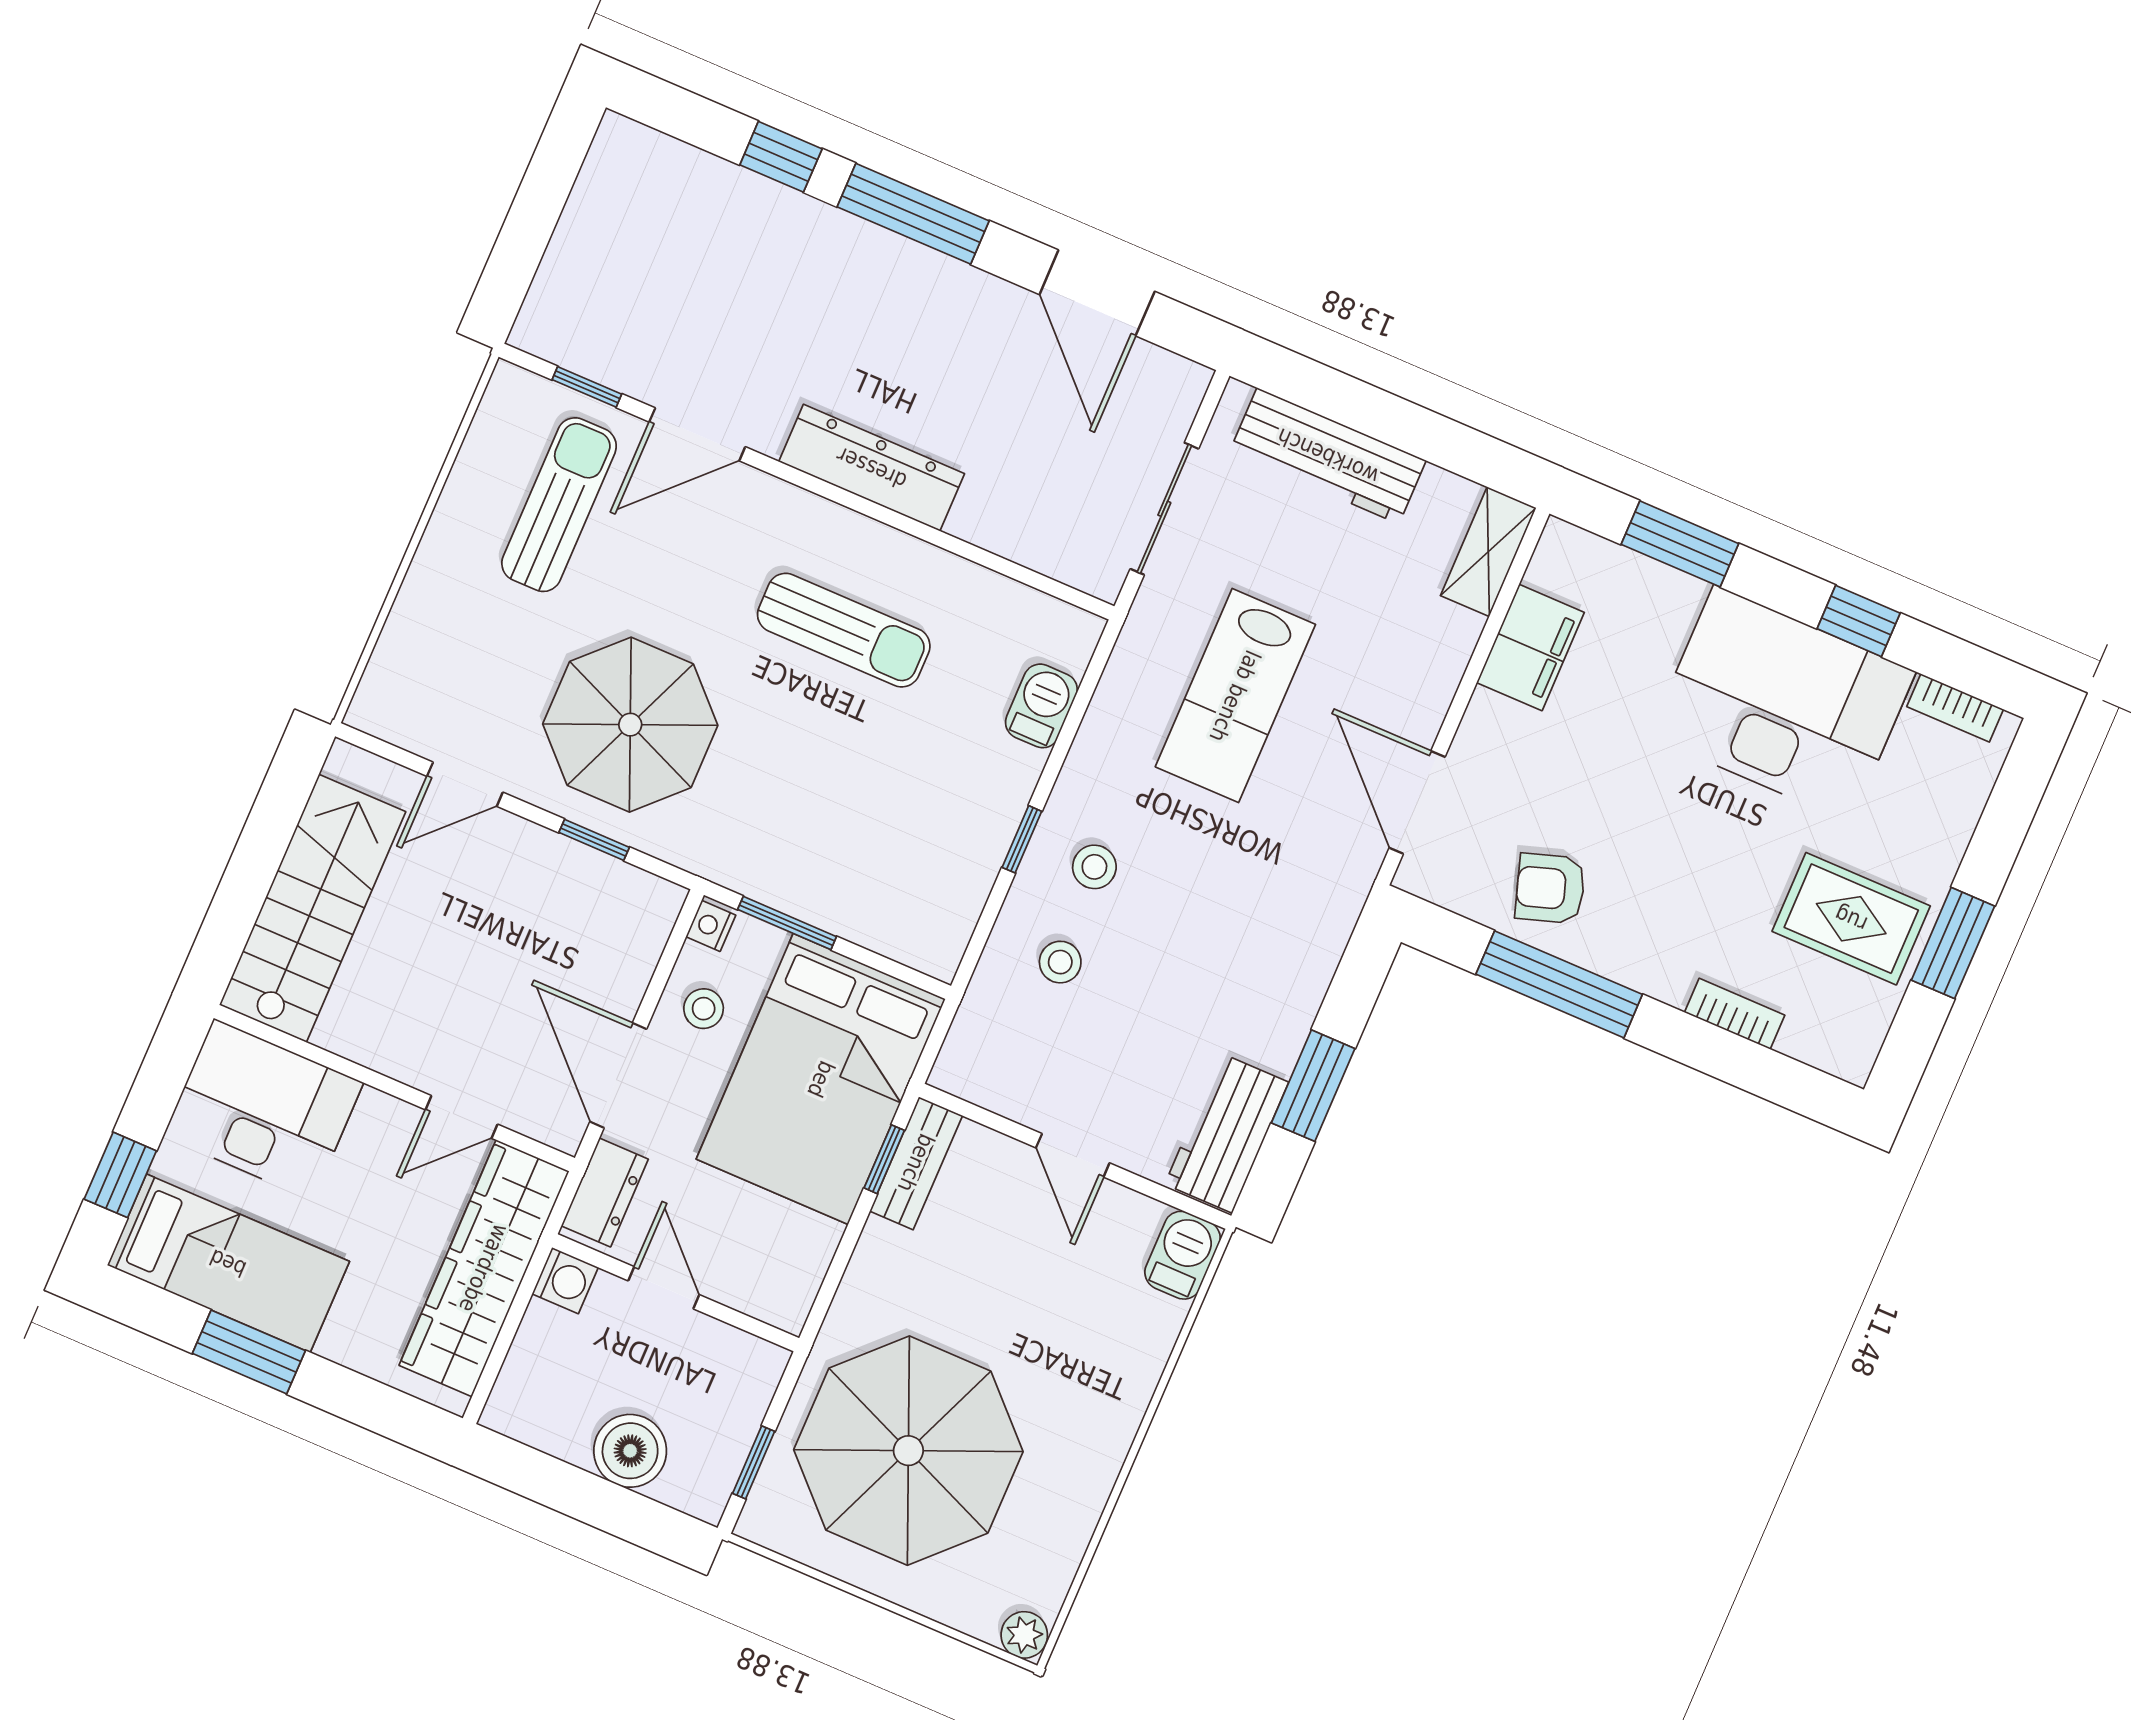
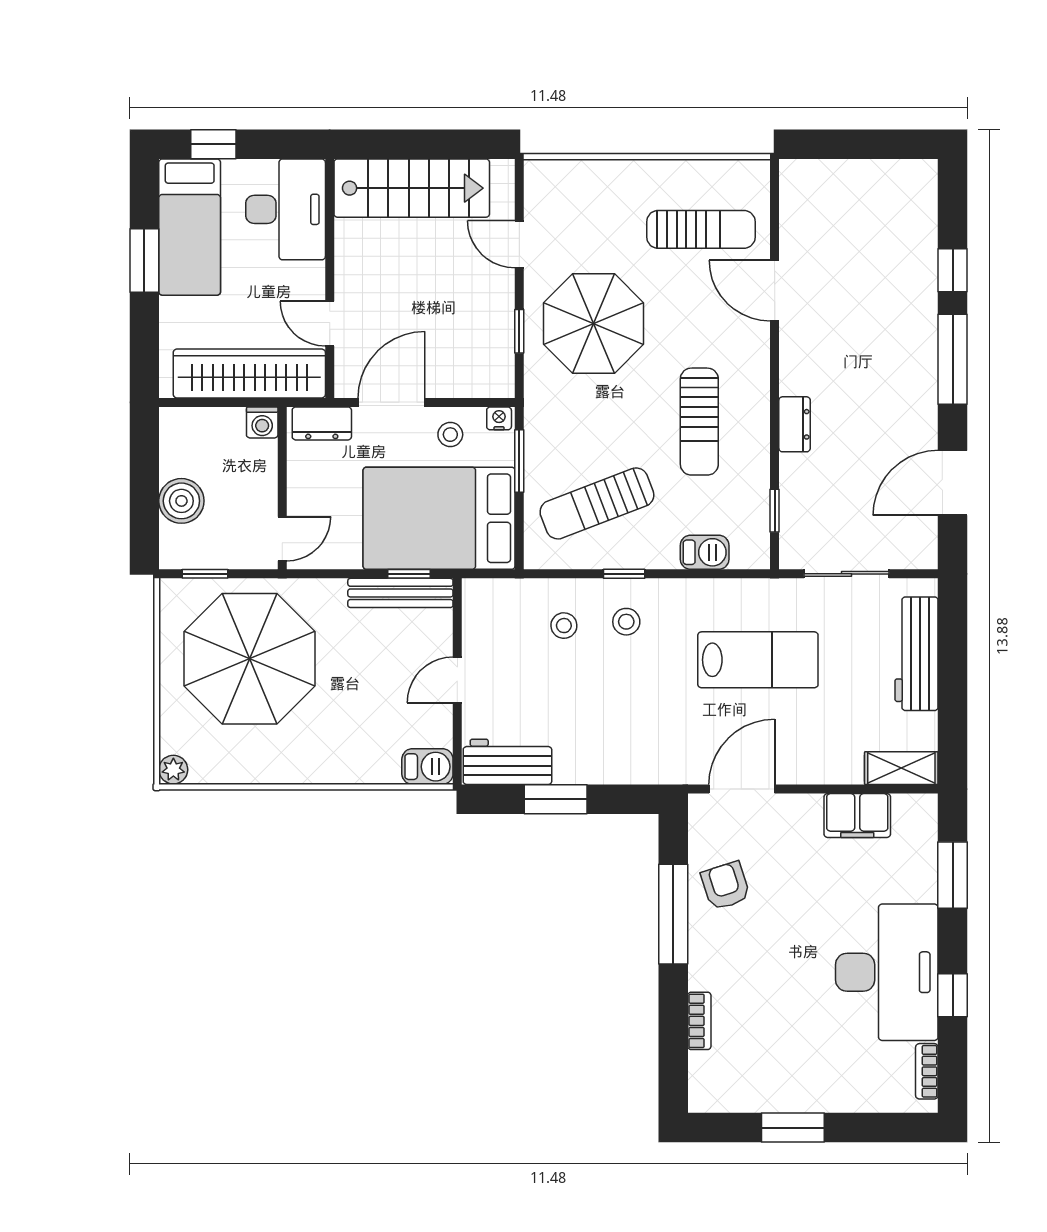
window: (587, 387) -> (775, 511), moved
dresser: (872, 468) -> (795, 424), width x0.51, depth x0.80
lab bench: (1235, 696) -> (758, 660), turned 180
sun lounger: (900, 835) -> (597, 503), added
rug: (1851, 919) -> (782, 1064), removed
bench: (916, 1163) -> (400, 593), width x1.36
door: (664, 1288) -> (282, 539), moved

